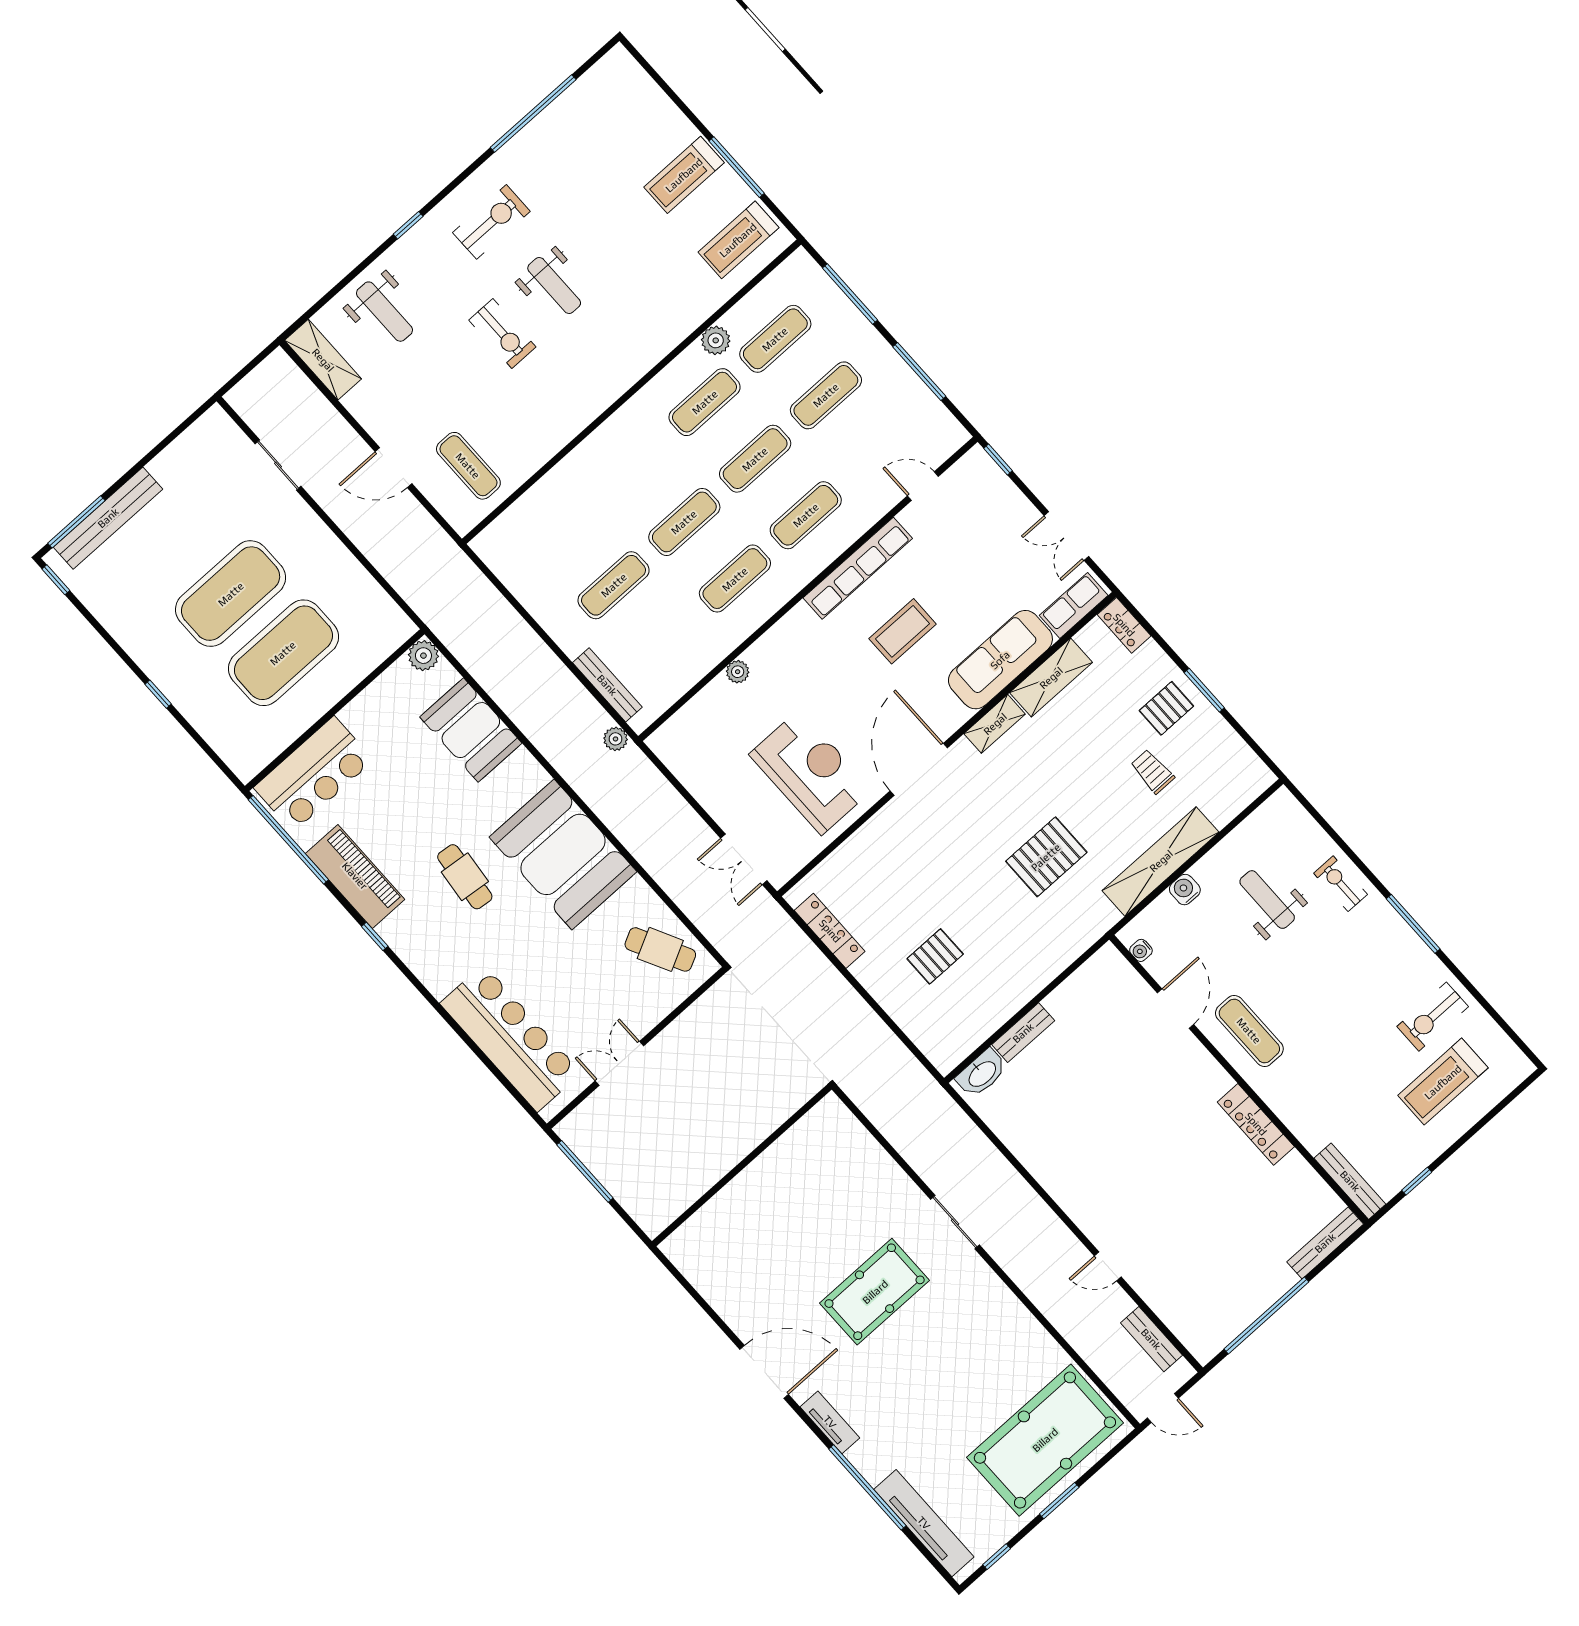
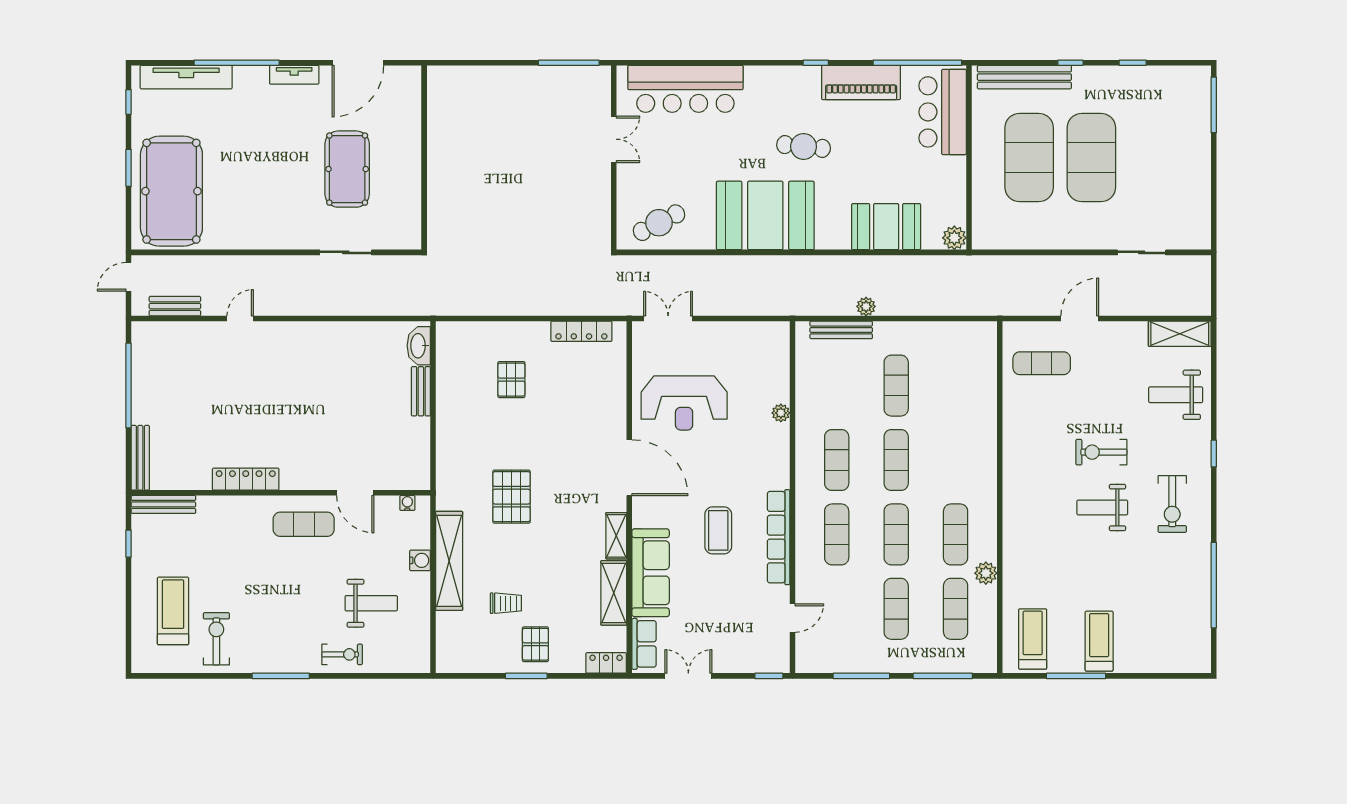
bench: (108, 518) -> (1024, 77), moved, turned 90
window: (56, 580) -> (1133, 63), moved
plant: (616, 739) -> (866, 306), moved
wall: (742, 1165) -> (424, 158), moved

